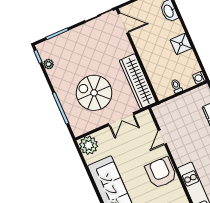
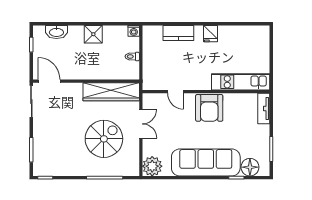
door: (123, 23) -> (49, 81), hinge flipped
plant: (49, 64) -> (57, 171), removed
spiral stairs: (94, 93) -> (104, 139), turned 180
armchair: (161, 173) -> (209, 108), turned -90

